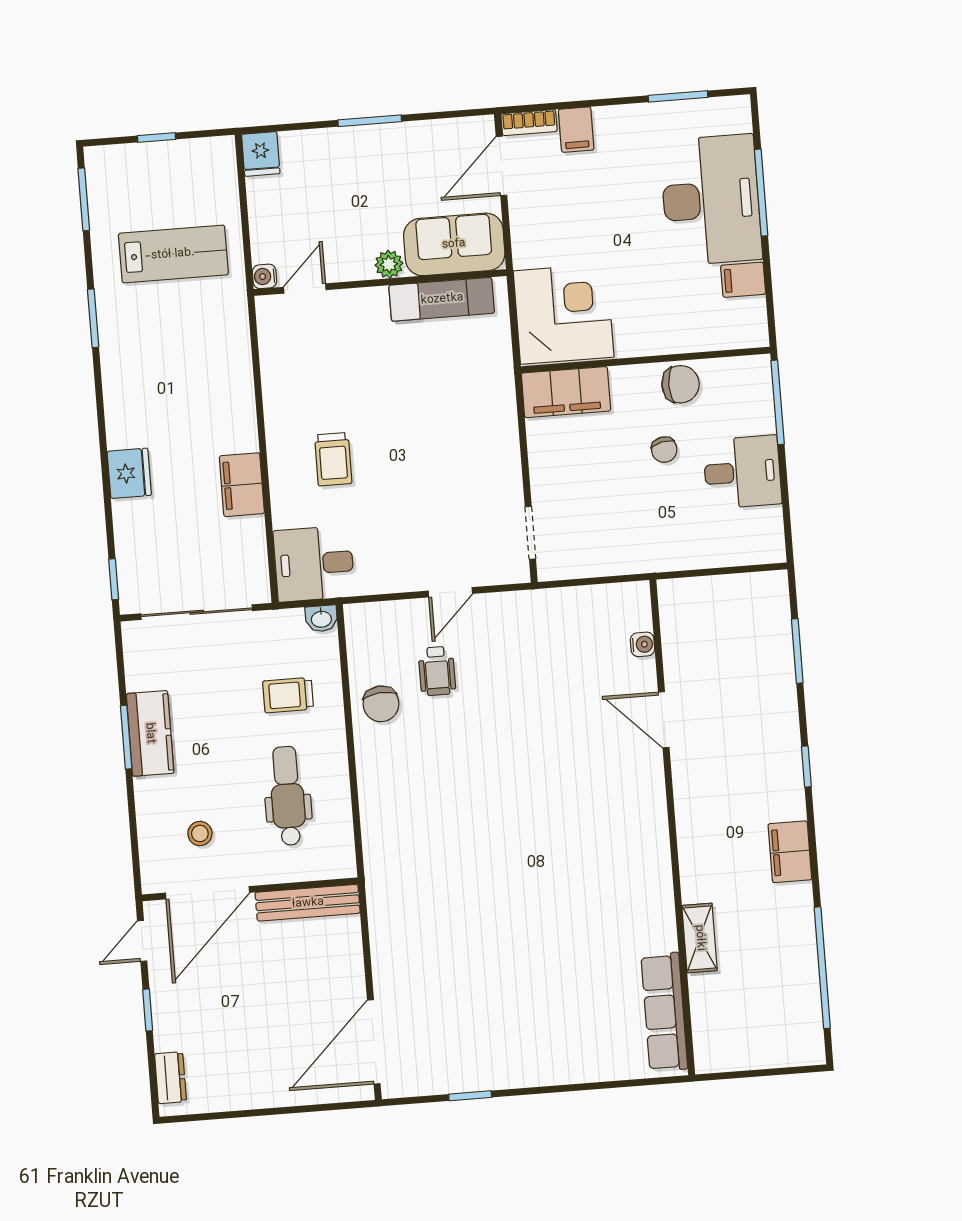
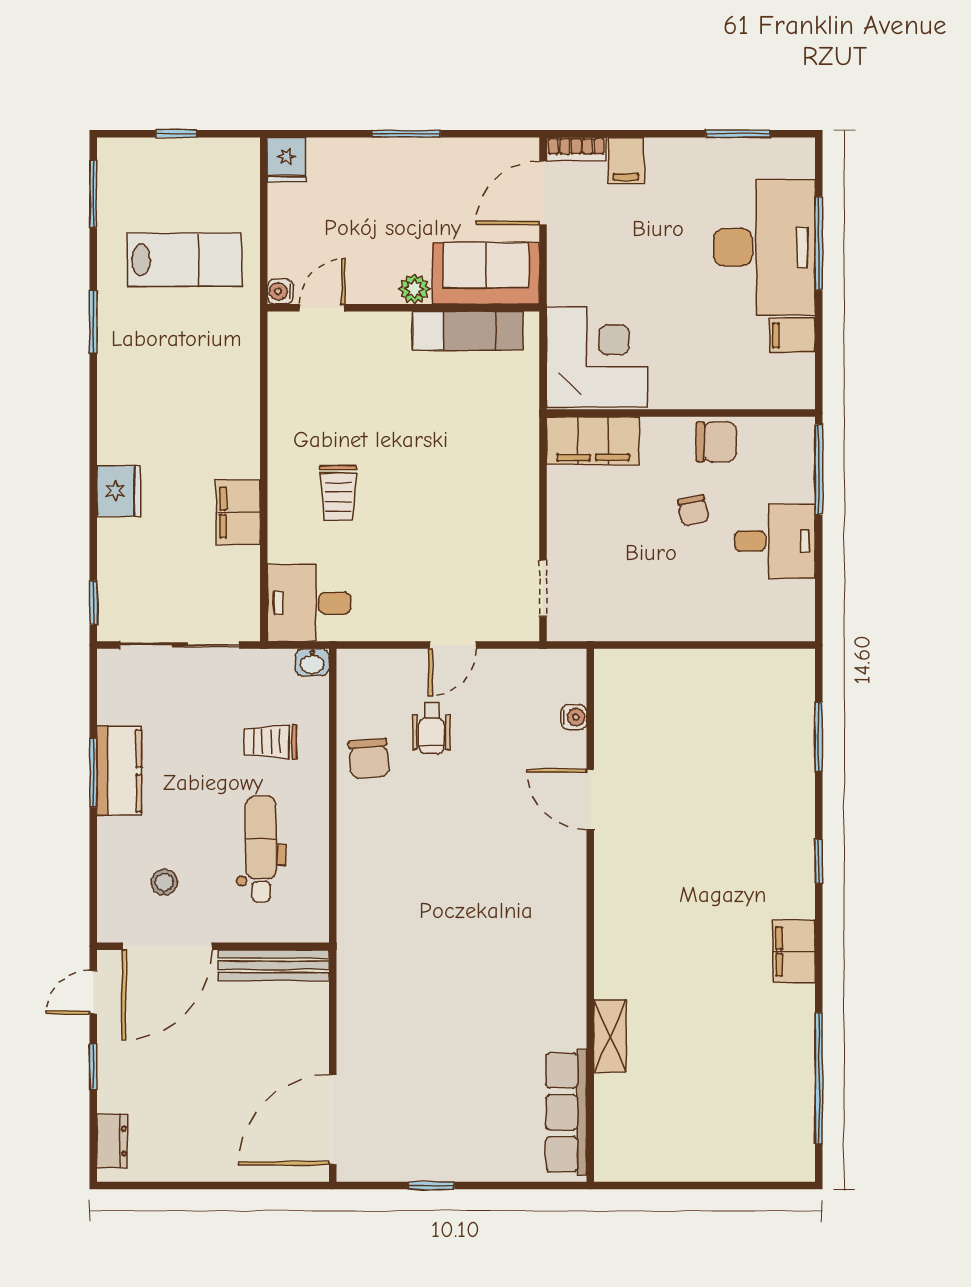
water cooler: (642, 644) -> (574, 717), moved
door: (664, 720) -> (590, 800), moved
wall: (672, 827) -> (590, 915), moved
shelving: (700, 938) -> (610, 1036), moved
row of seats: (664, 1012) -> (566, 1112), moved

